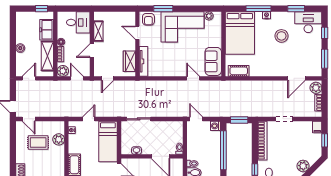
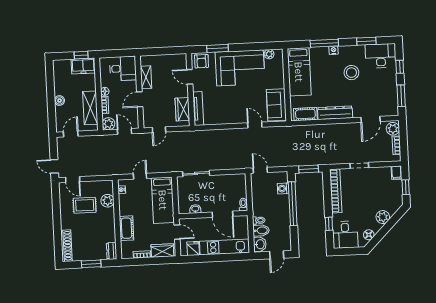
freezer: (47, 30) -> (83, 66), moved, turned -90
bed: (240, 33) -> (299, 72), width x0.67
dresser: (265, 71) -> (335, 113), added
washing machine: (216, 126) -> (283, 188), moved

